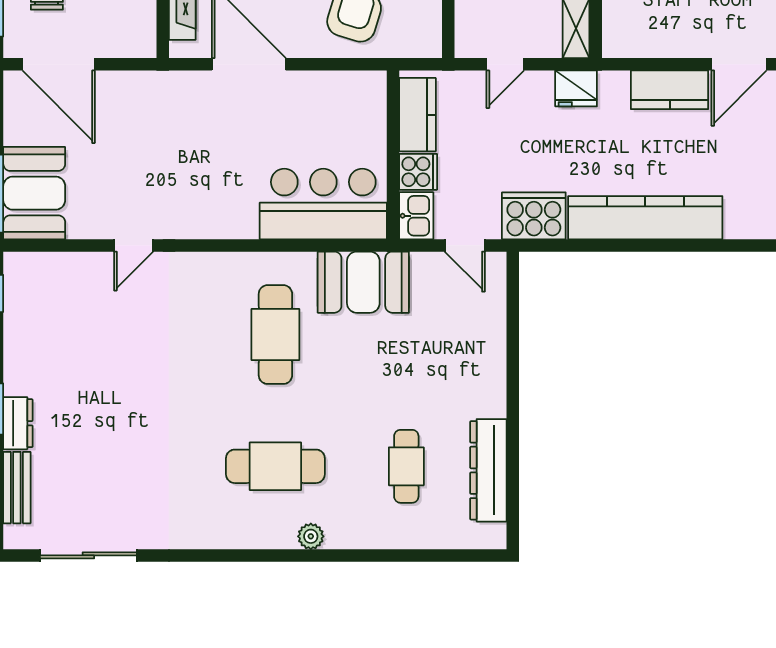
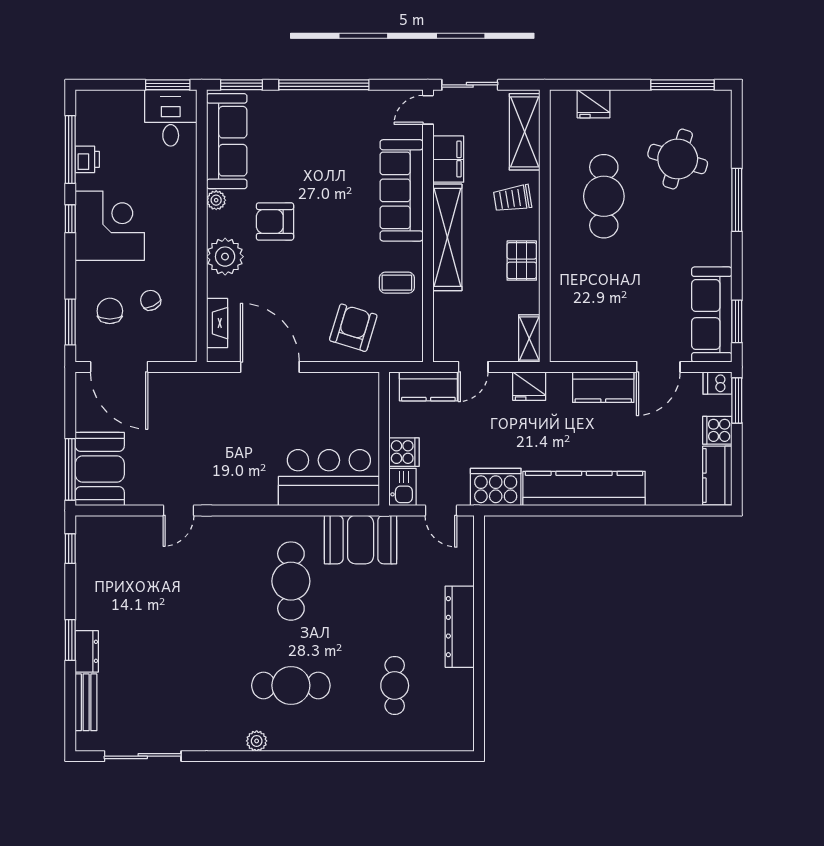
kitchen counter: (418, 115) -> (428, 386), moved, turned 90
dresser: (488, 470) -> (460, 627), moved
plant: (311, 536) -> (257, 741), moved

